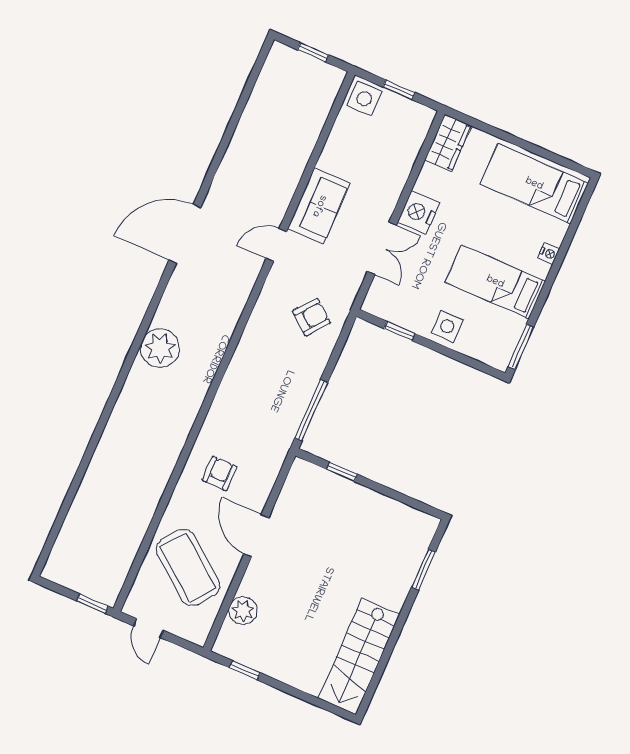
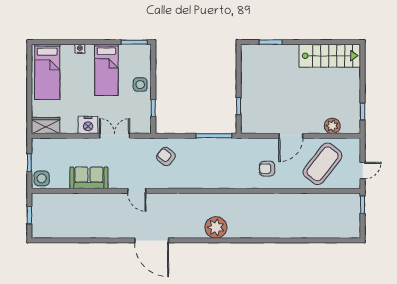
sofa: (319, 206) -> (89, 178), moved

